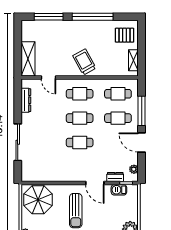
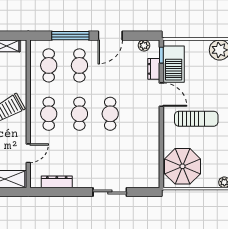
sliding door: (18, 142) -> (110, 192), width x0.73
door: (95, 183) -> (161, 95), hinge flipped
barbecue: (119, 190) -> (174, 64), width x1.88, depth x1.53

